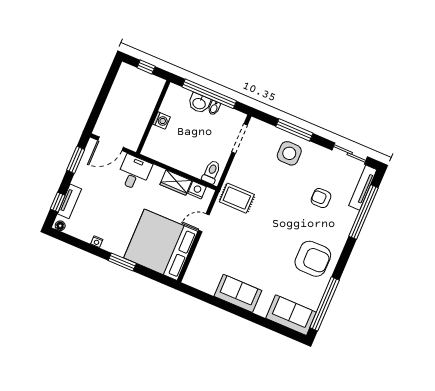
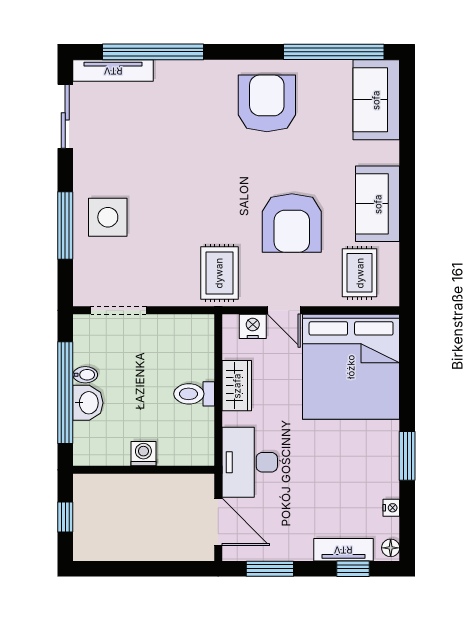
toilet: (211, 172) -> (194, 394), moved
desk: (134, 173) -> (250, 462), width x1.37
nightstand: (197, 190) -> (253, 326), moved, turned 90
armchair: (321, 198) -> (292, 223), moved, width x1.88, depth x1.88
nightstand: (97, 242) -> (391, 508), moved
window: (122, 262) -> (407, 456), moved
rug: (207, 269) -> (360, 273), added

